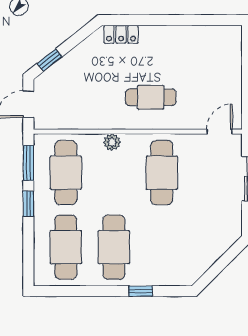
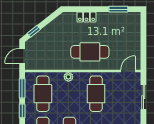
window: (202, 20) -> (118, 9), added
locker: (121, 34) -> (86, 17), moved
cafe table: (151, 97) -> (90, 52), width x1.37, depth x1.35

